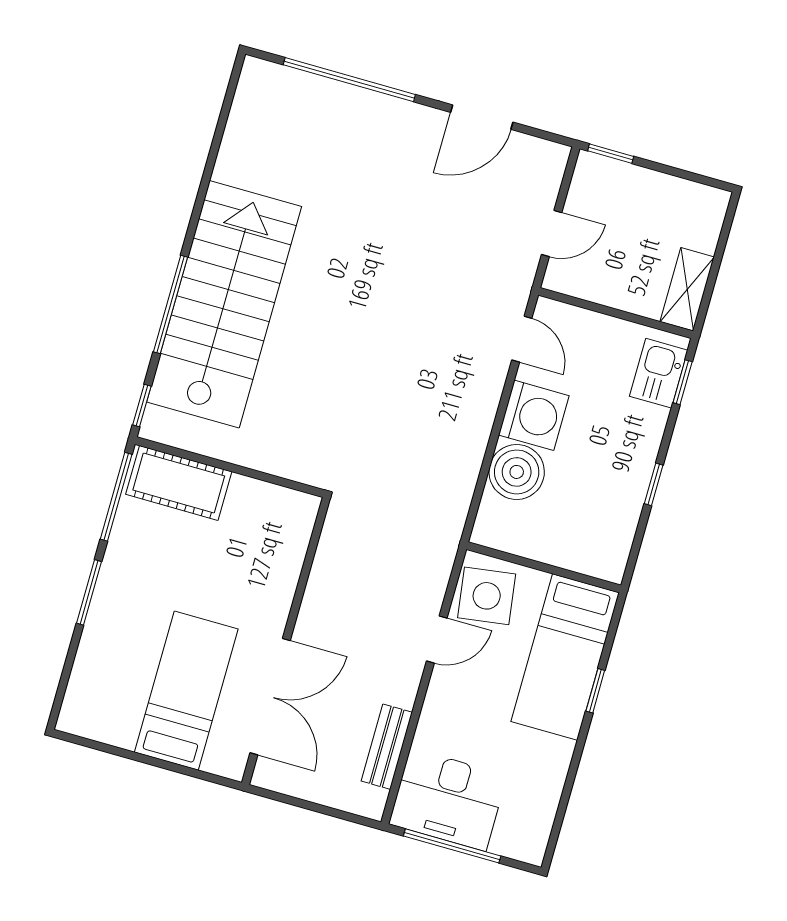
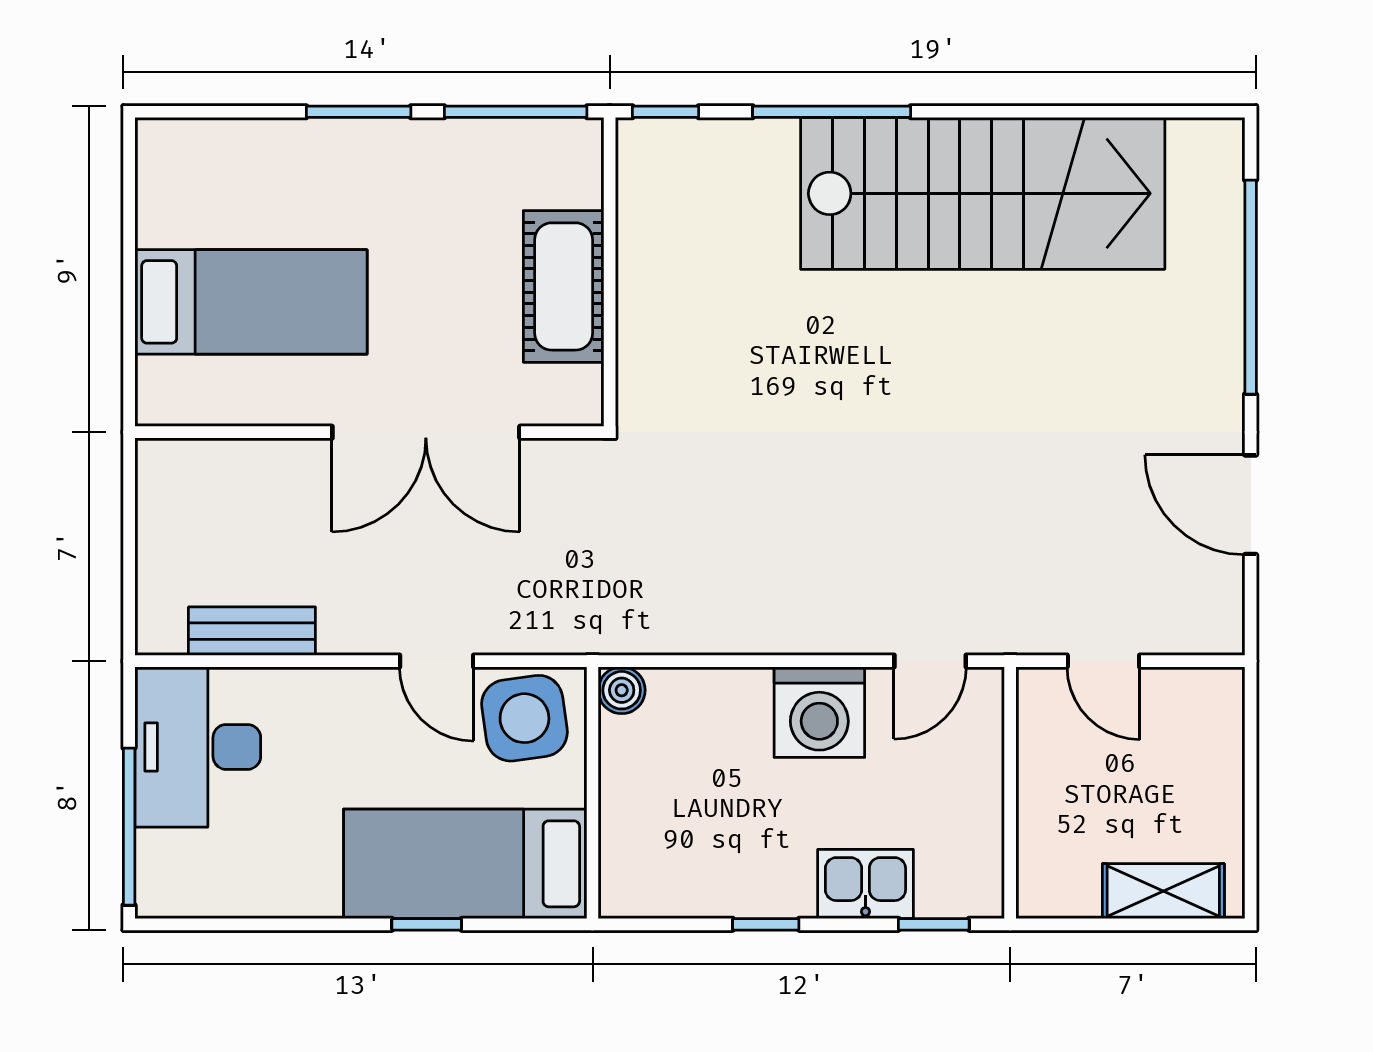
window: (611, 154) -> (1251, 716), removed
shelving: (687, 289) -> (1163, 891), moved
stairs: (224, 304) -> (983, 193), moved
kitchen sink: (659, 373) -> (865, 884), moved
boiler: (517, 472) -> (622, 690), moved, width x0.54, depth x0.54
cot: (179, 483) -> (564, 286), moved
double door: (270, 697) -> (426, 432), moved
window: (452, 846) -> (129, 827), moved

